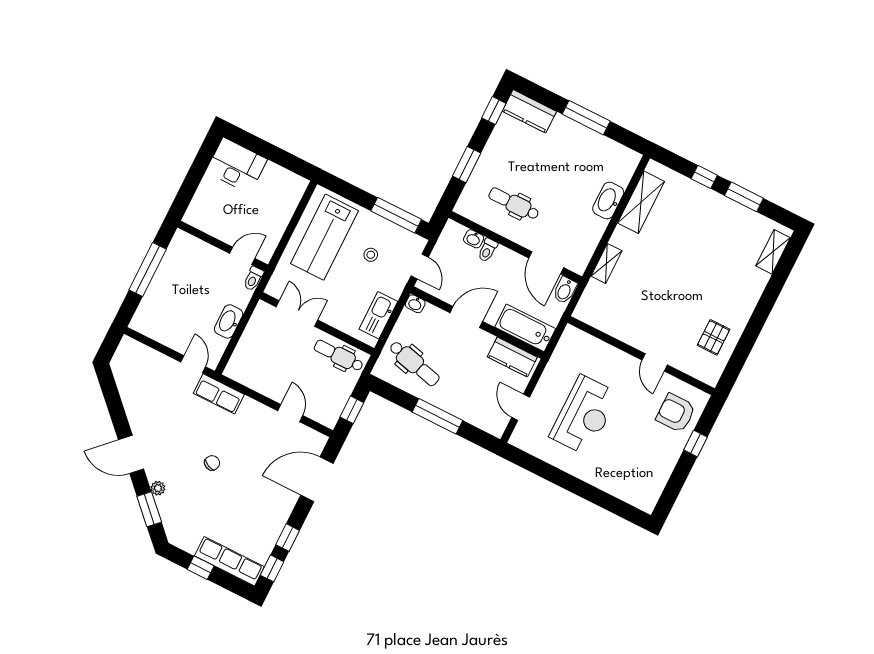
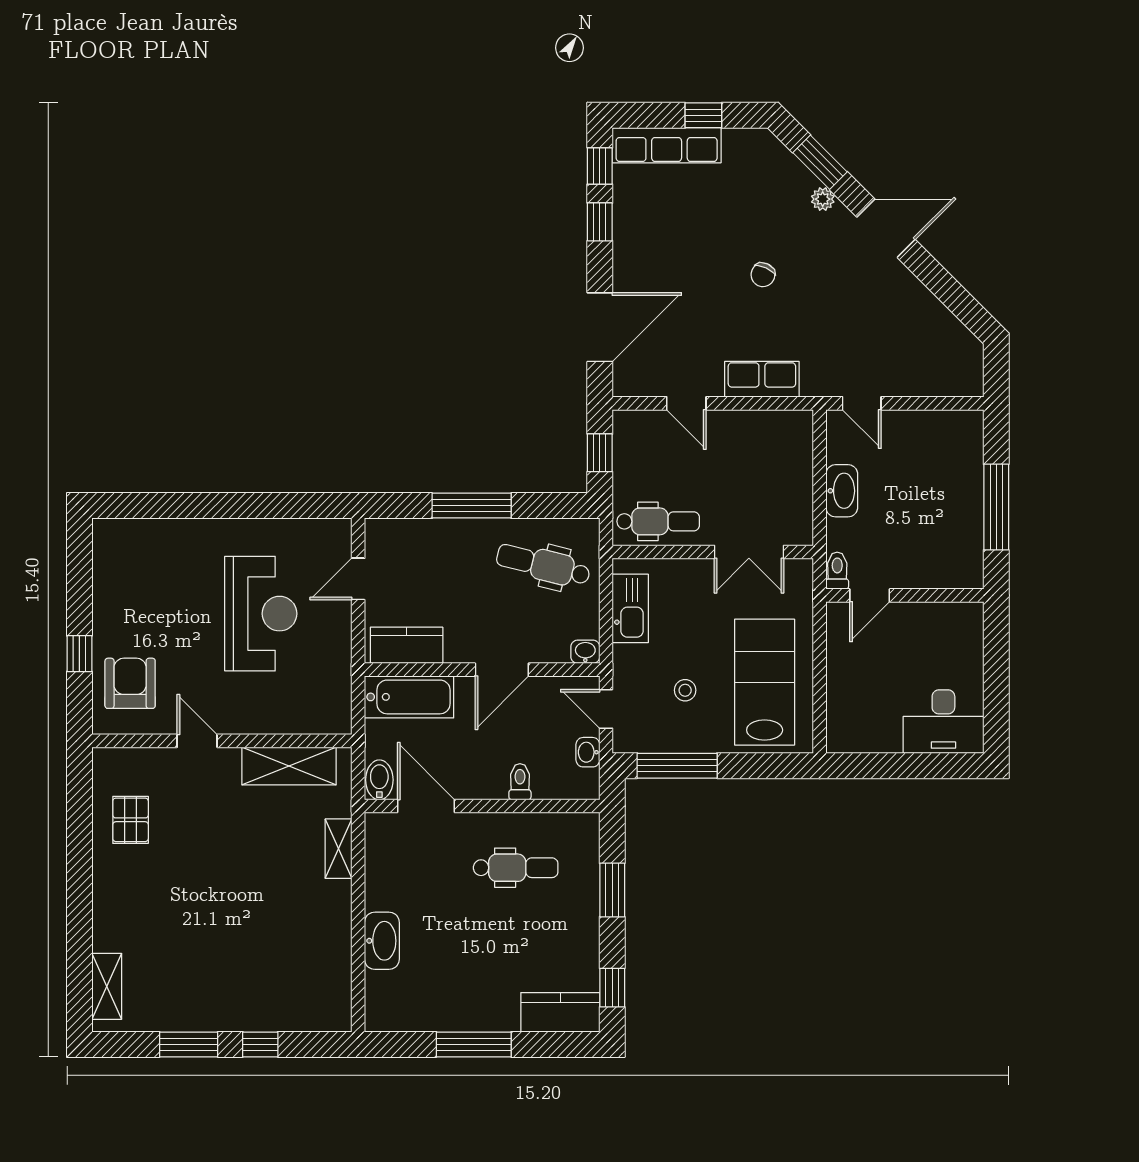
shelving: (641, 202) -> (289, 766), moved, turned 90
washbasin: (474, 239) -> (588, 752), moved, turned -90
row of seats: (219, 394) -> (762, 379), moved
door: (521, 407) -> (358, 579), swing flipped
armchair: (676, 413) -> (130, 683), turned -90
reception desk: (584, 415) -> (261, 614), turned 180

